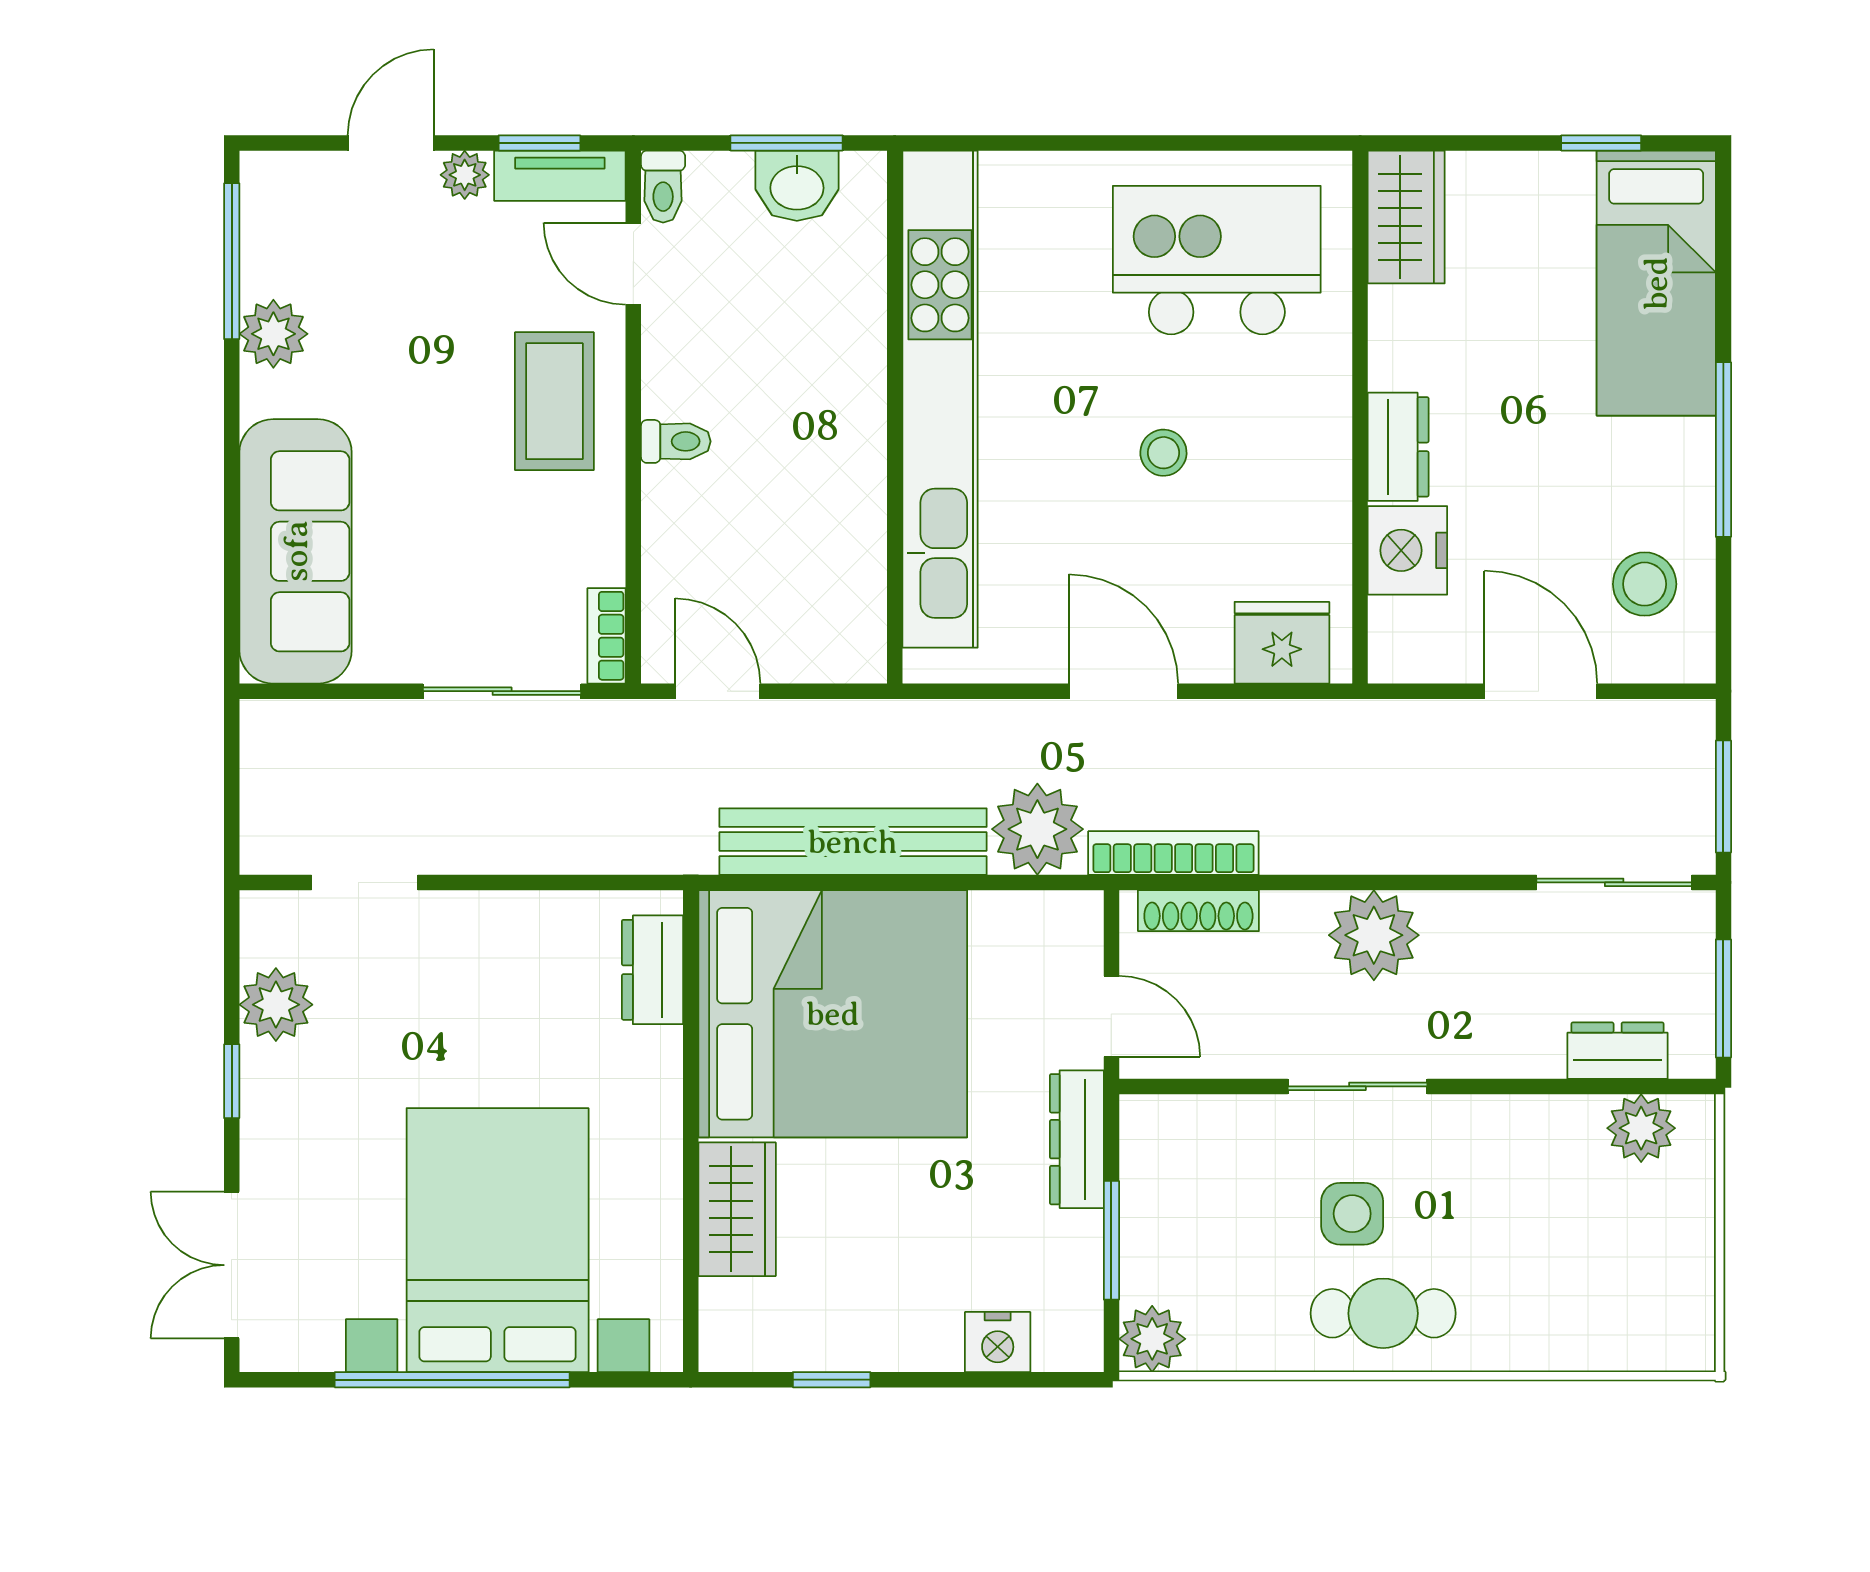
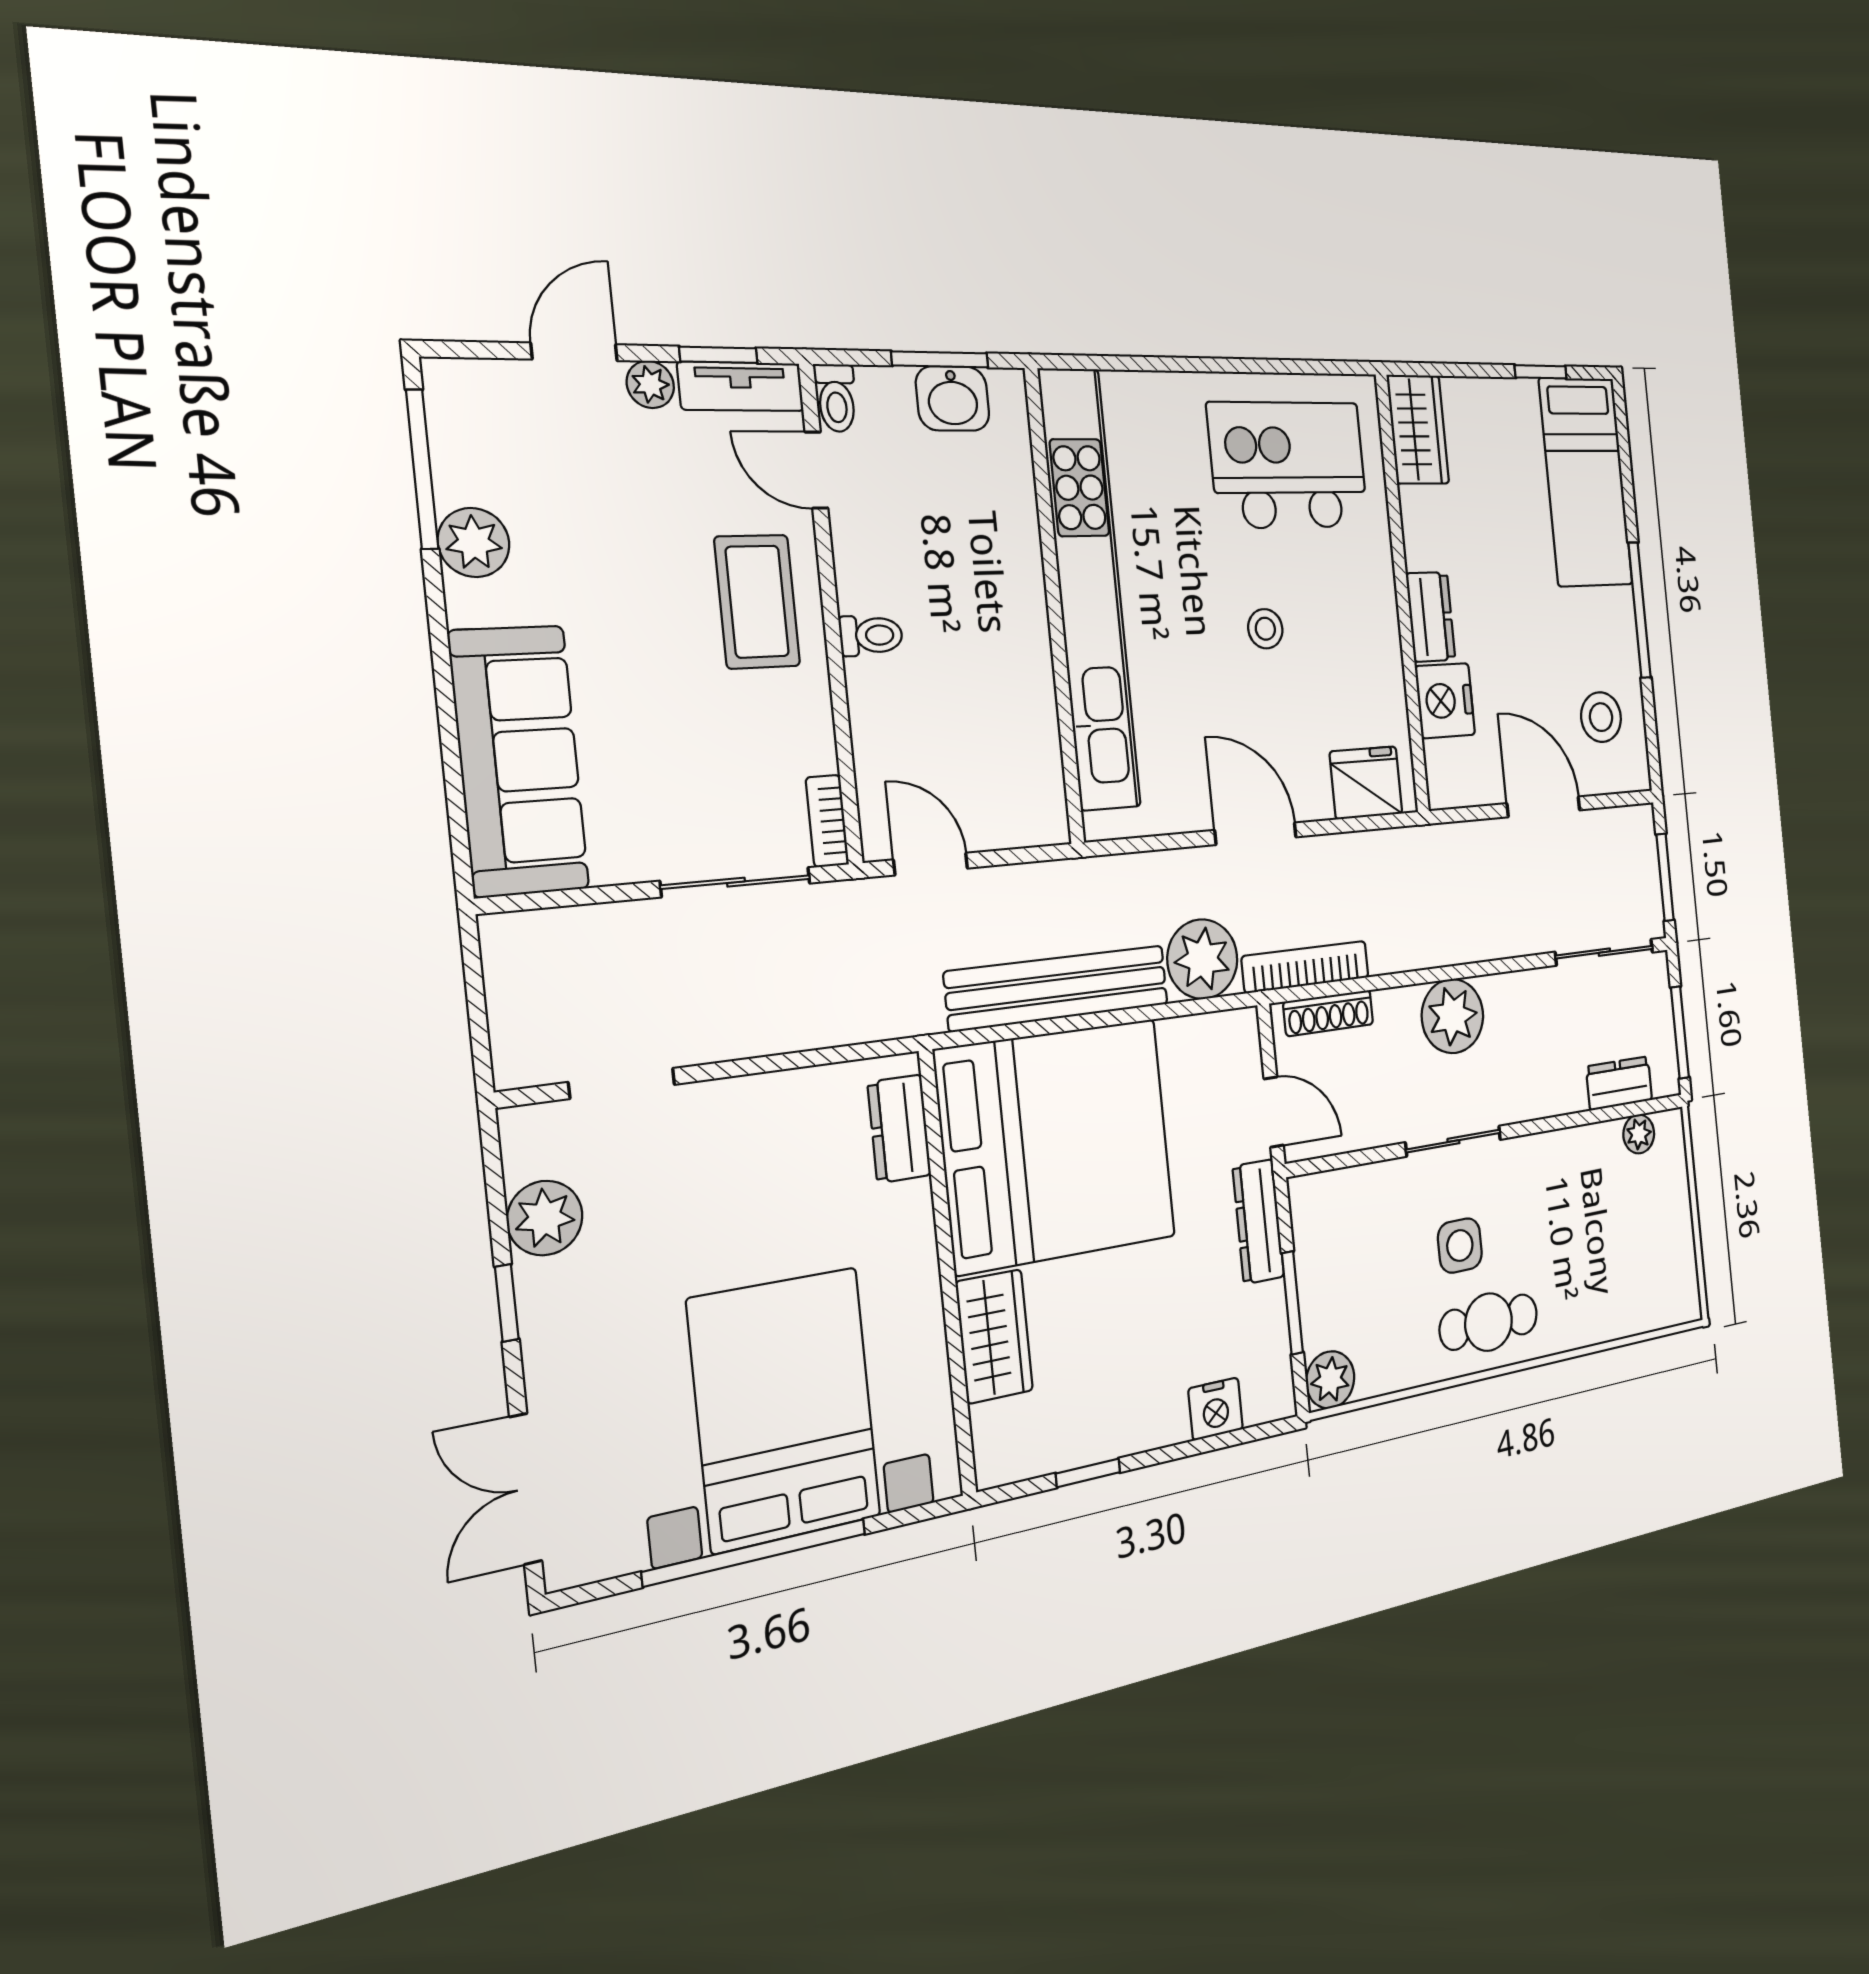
plant: (1641, 1128) -> (1639, 1134), width x0.73, depth x0.73

